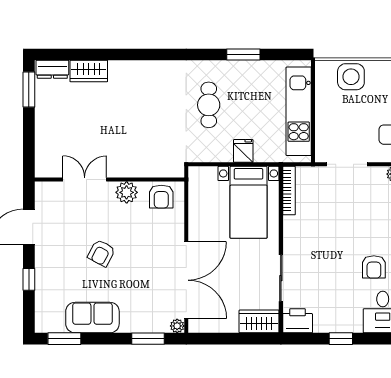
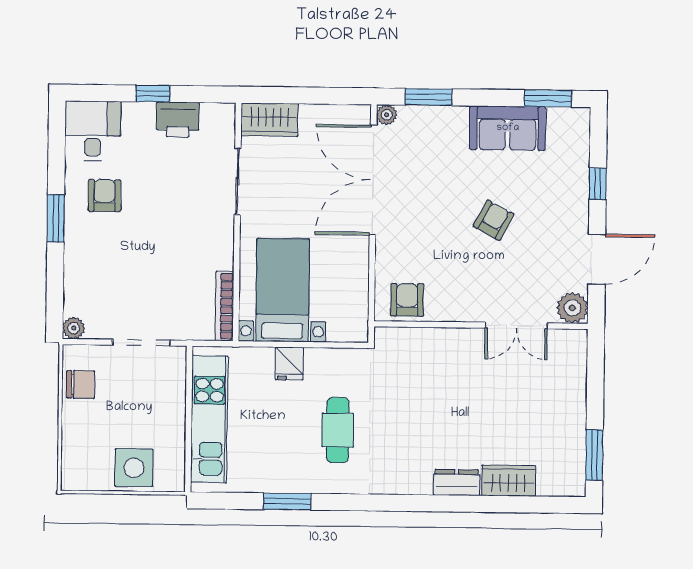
dresser: (52, 69) -> (457, 482), moved
plant: (127, 192) -> (572, 308), moved
printer: (298, 321) -> (178, 119), moved

